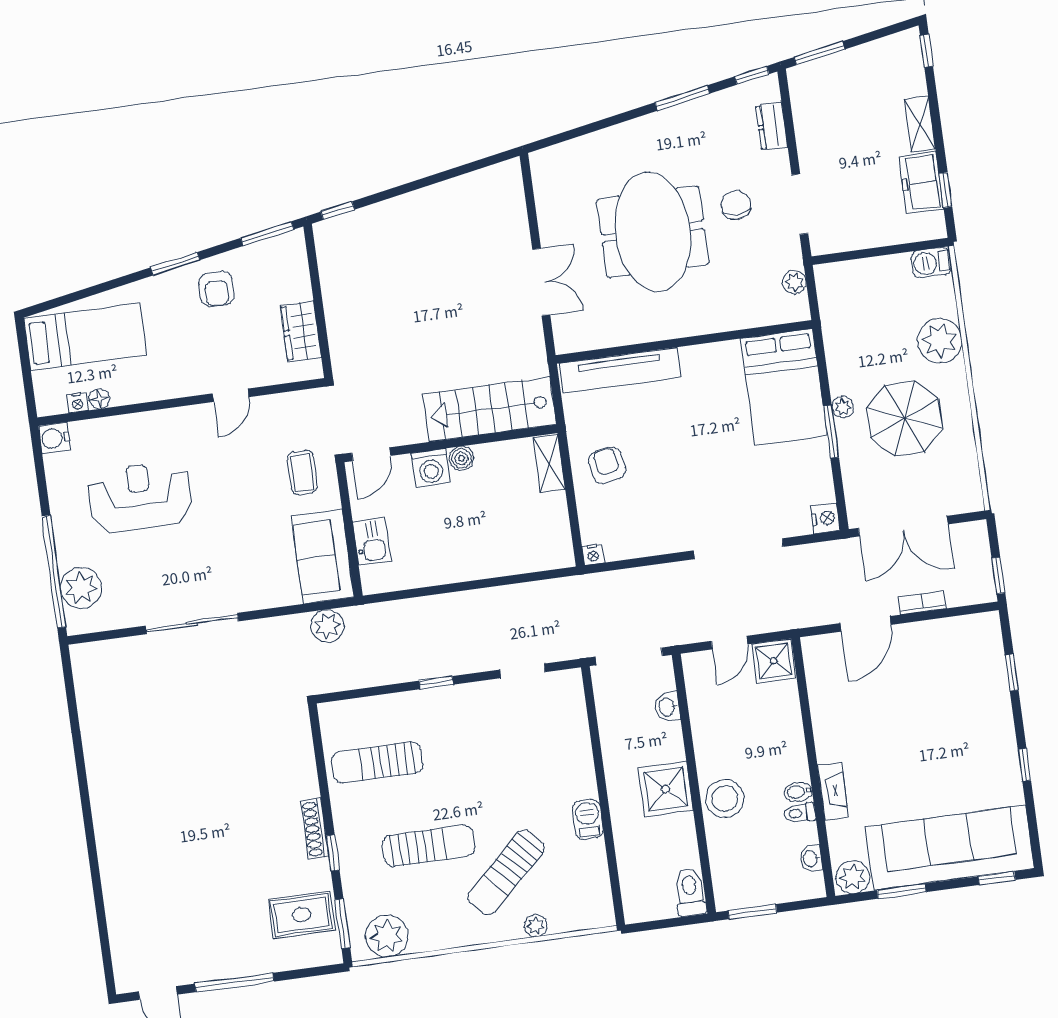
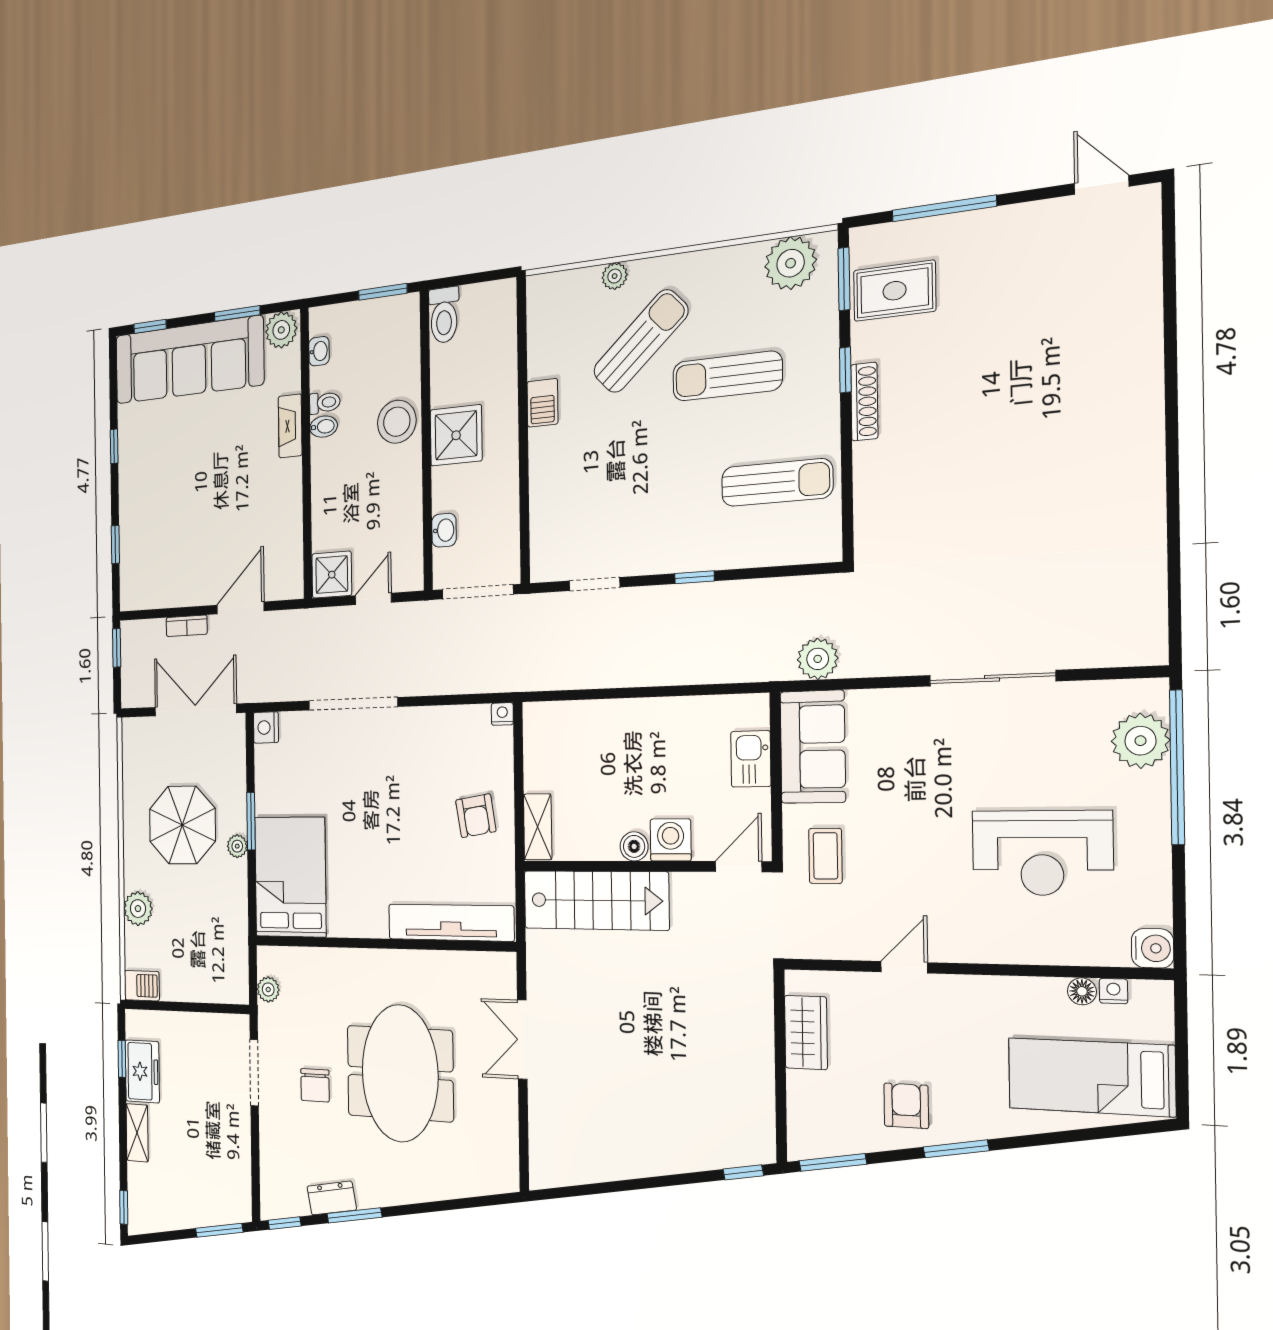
dresser: (772, 126) -> (332, 1198), moved, turned -100
plant: (939, 341) -> (138, 909), width x0.73, depth x0.73
window: (234, 983) -> (944, 208), moved

